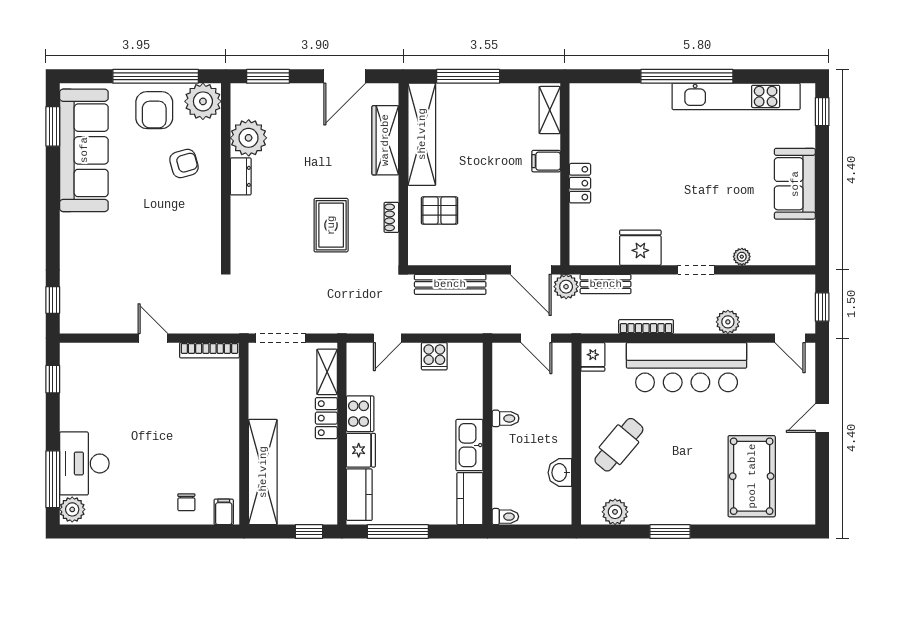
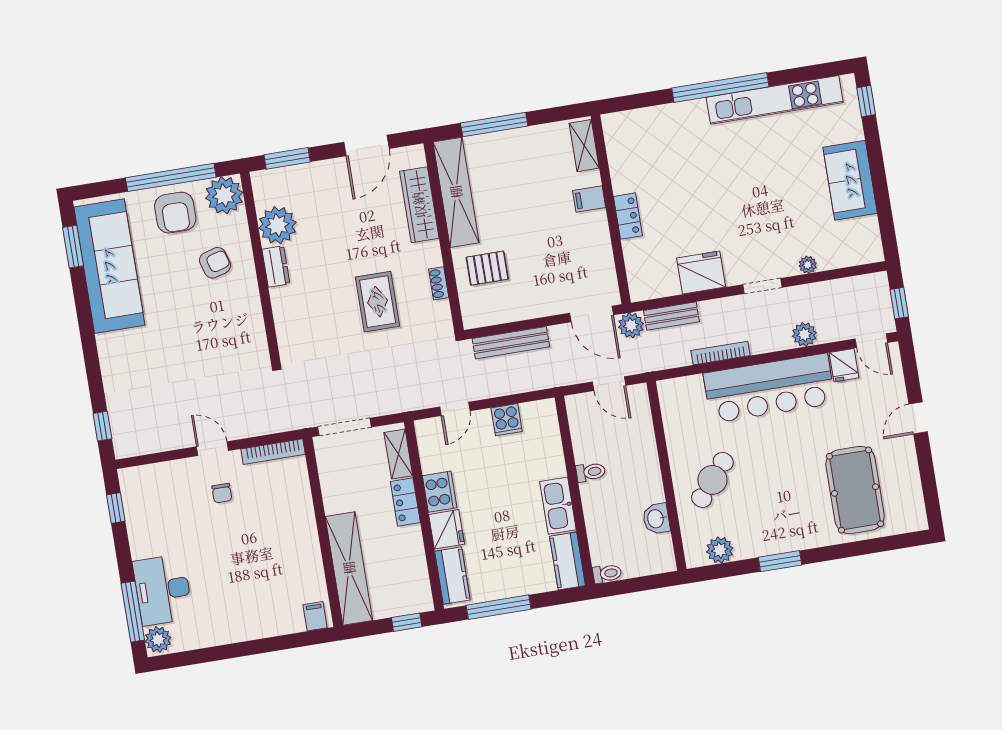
fridge: (593, 357) -> (844, 365), moved
chair: (186, 502) -> (222, 493), moved

